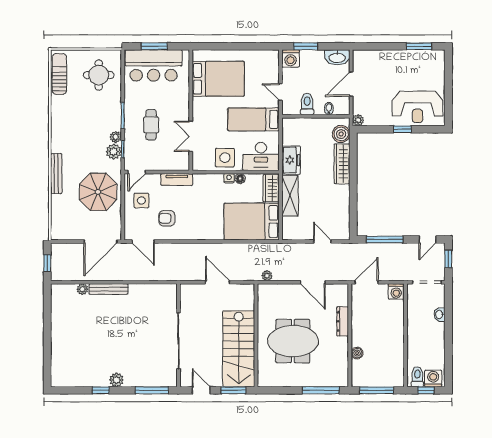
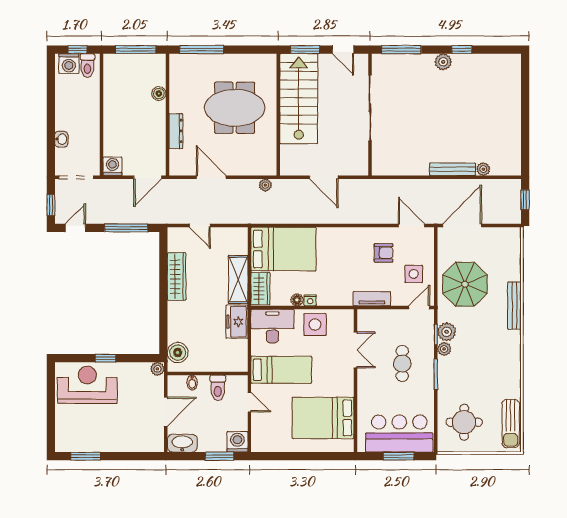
wardrobe: (342, 164) -> (177, 277), moved

